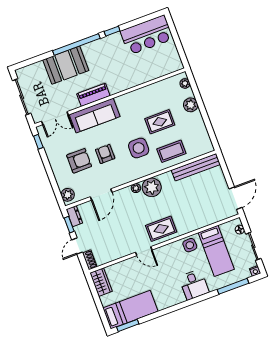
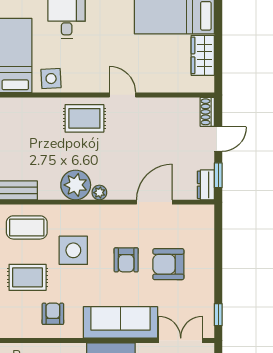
armchair: (137, 106) -> (53, 314), added
plant: (68, 195) -> (204, 220), removed
wardrobe: (101, 282) -> (203, 55), moved

